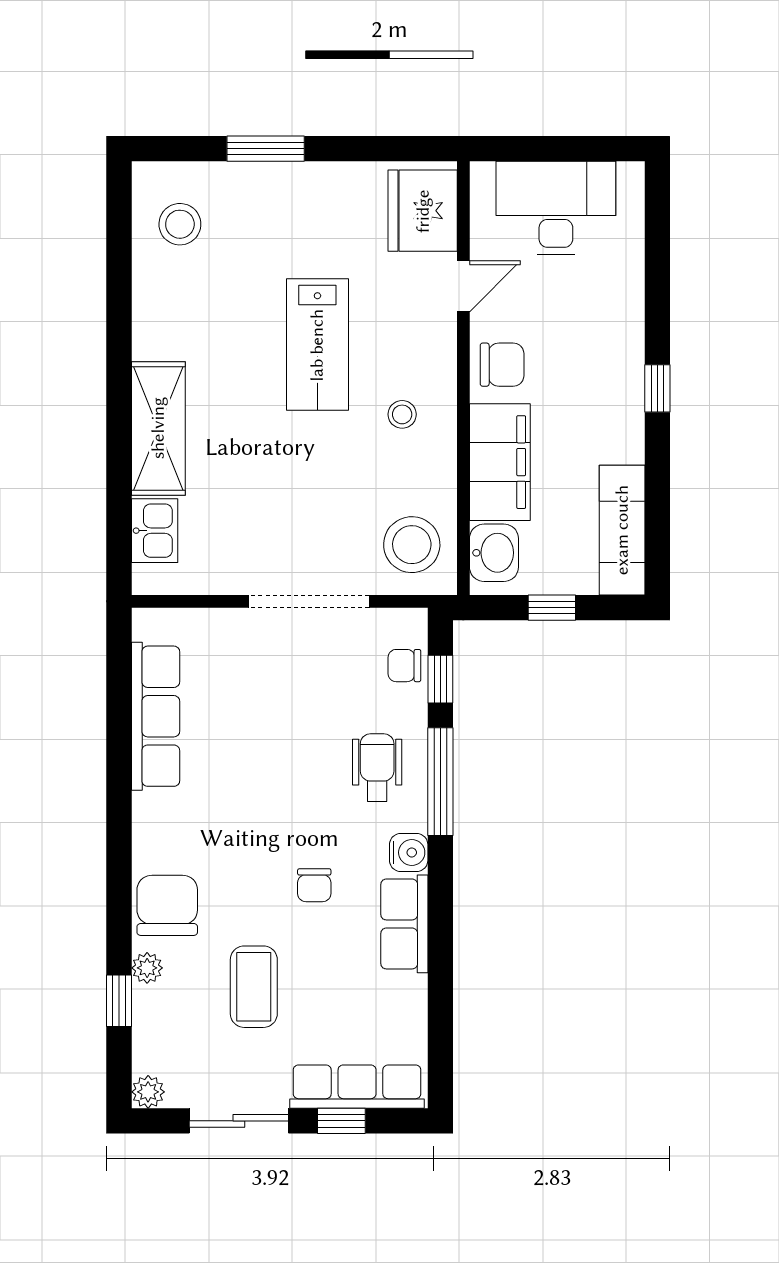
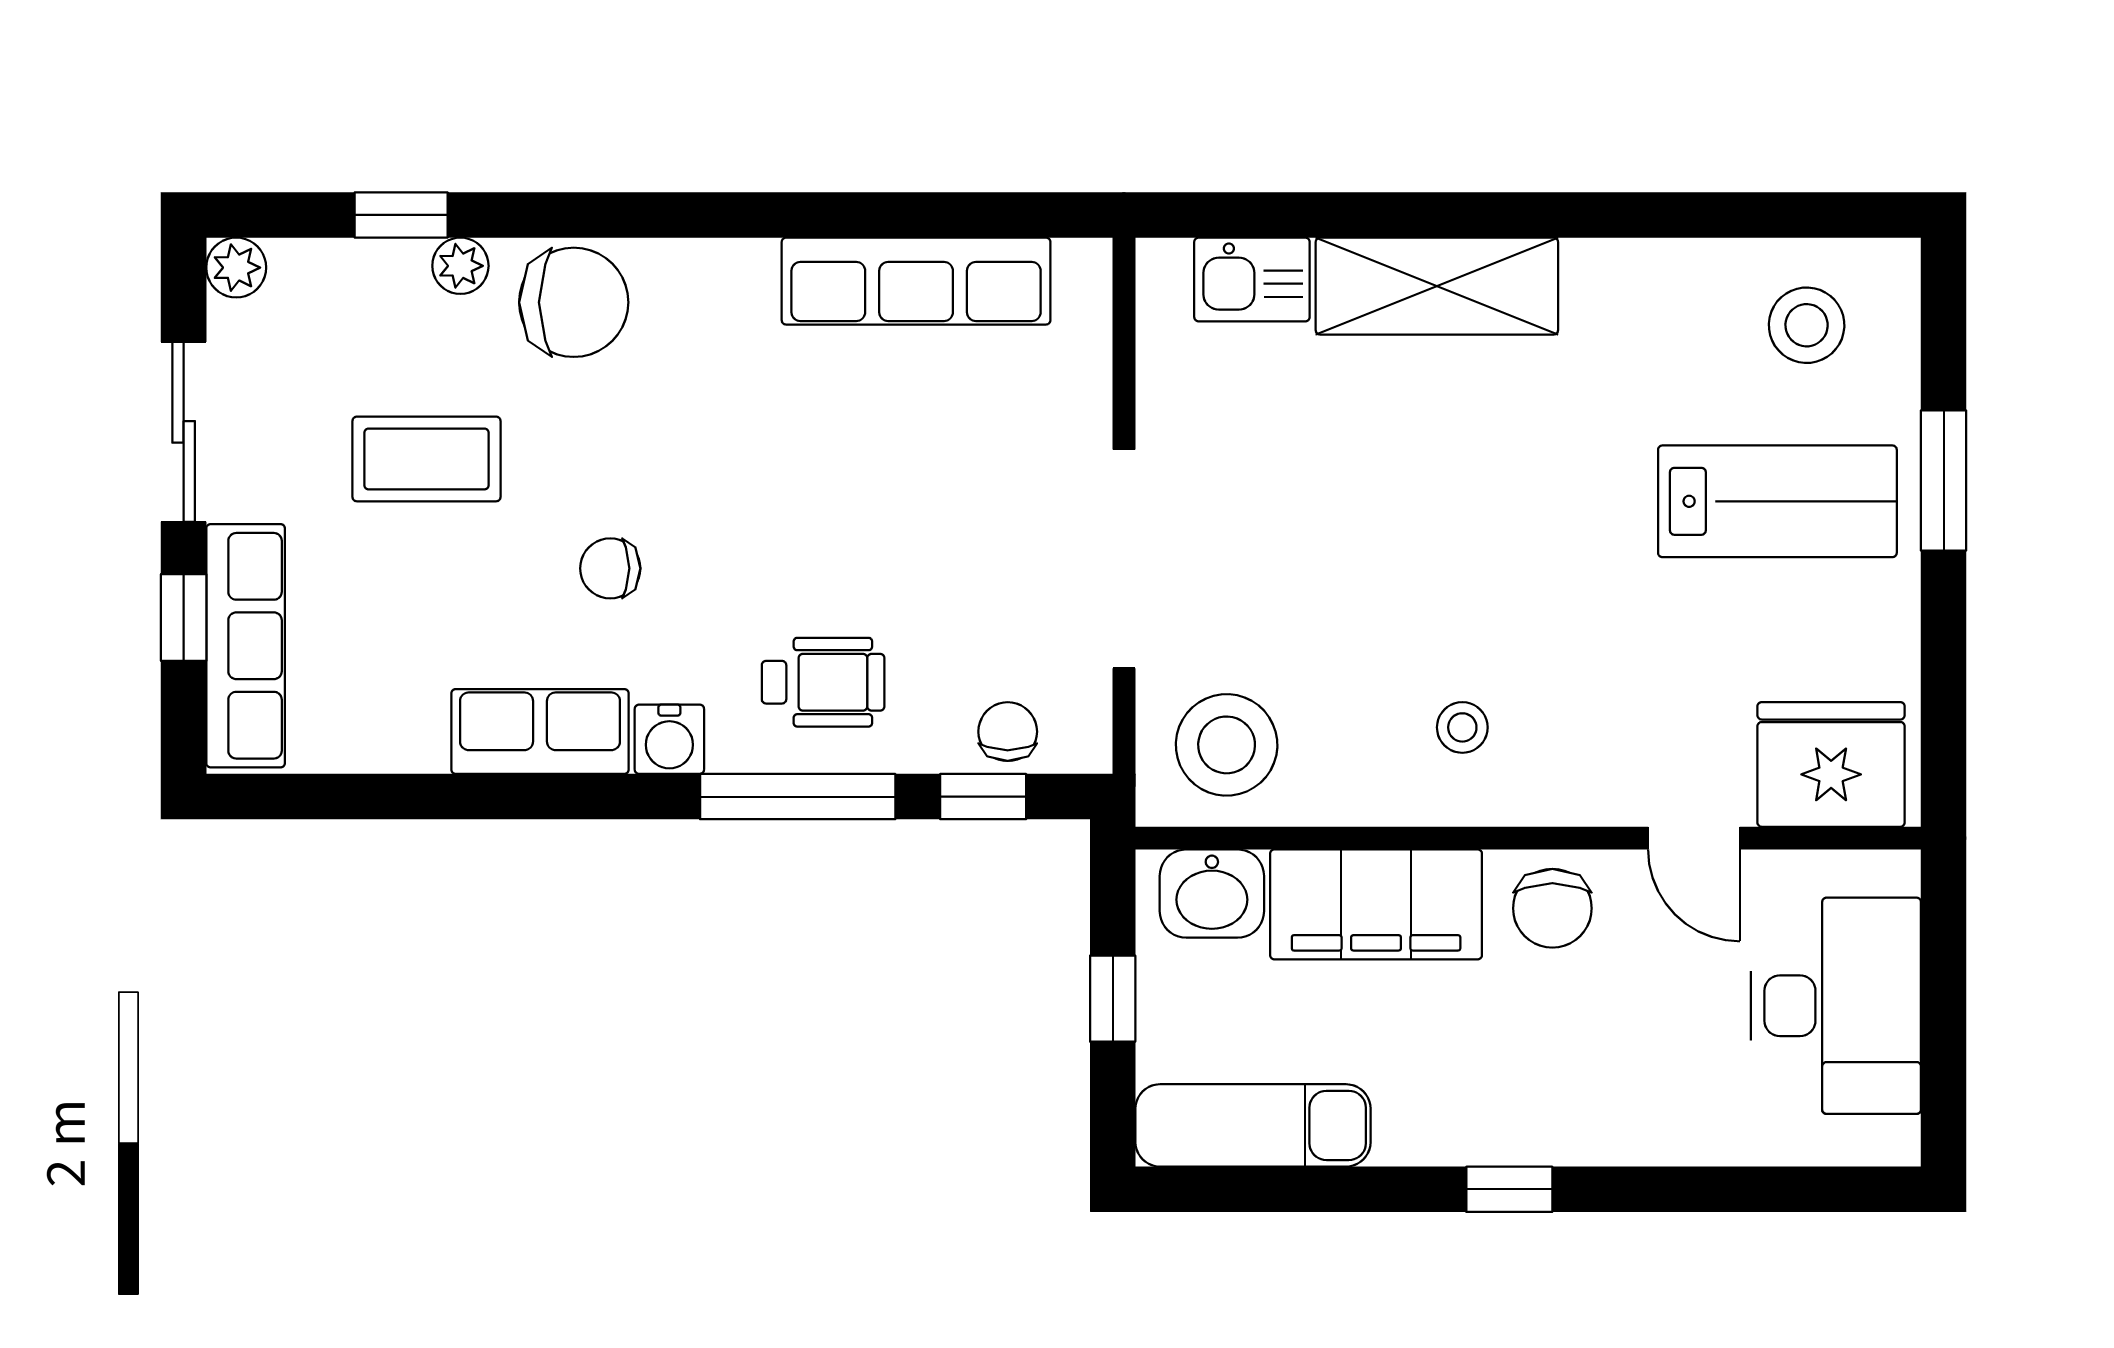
lab bench: (317, 345) -> (1777, 501), moved, turned 180

